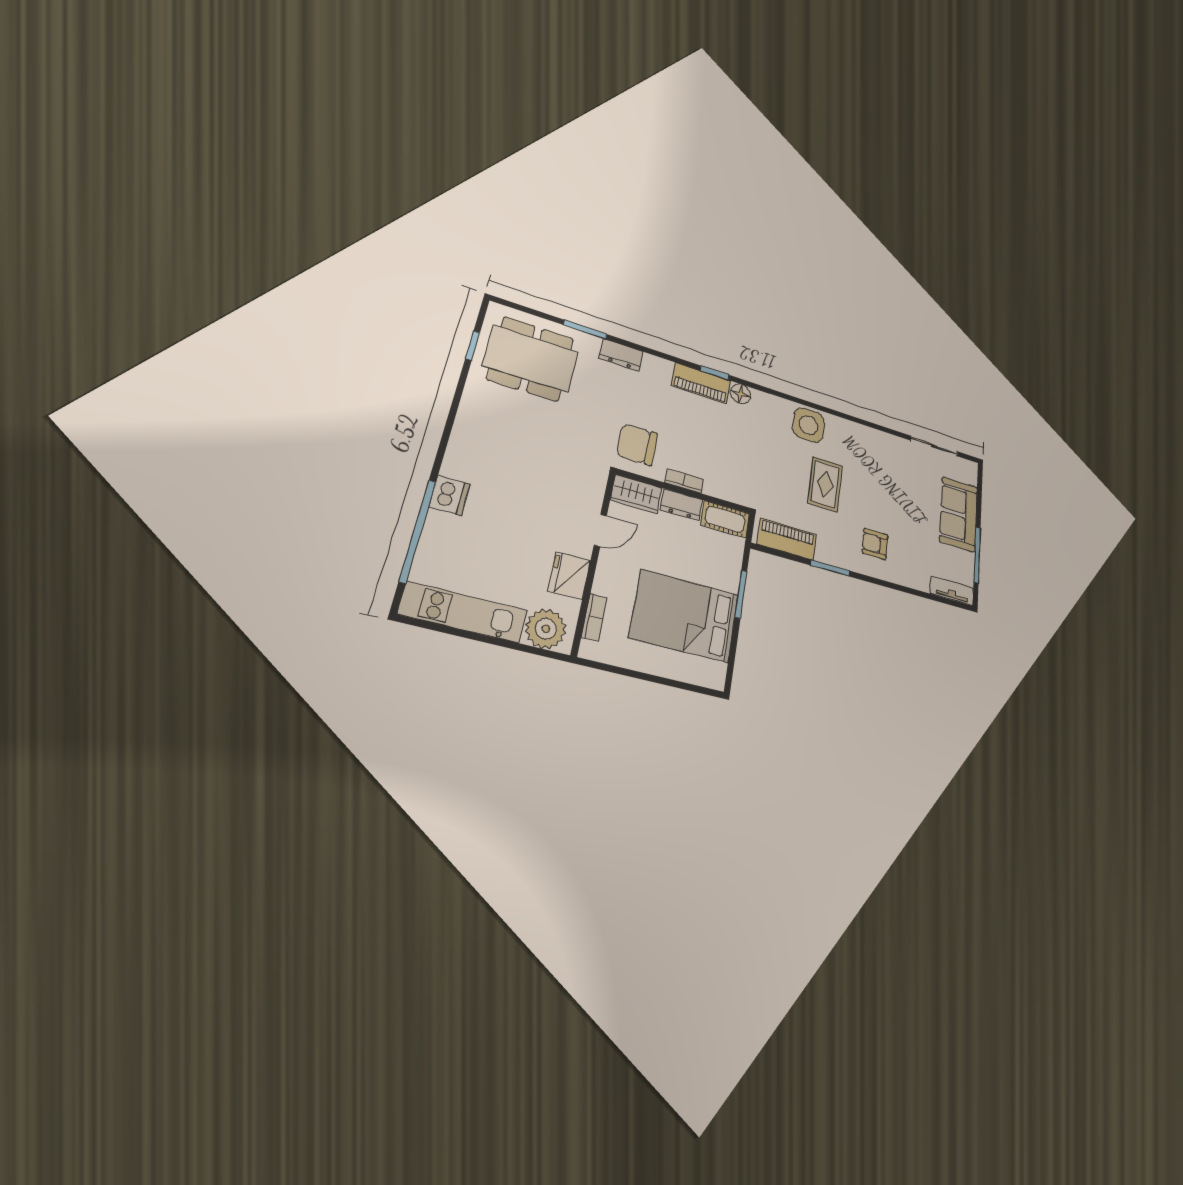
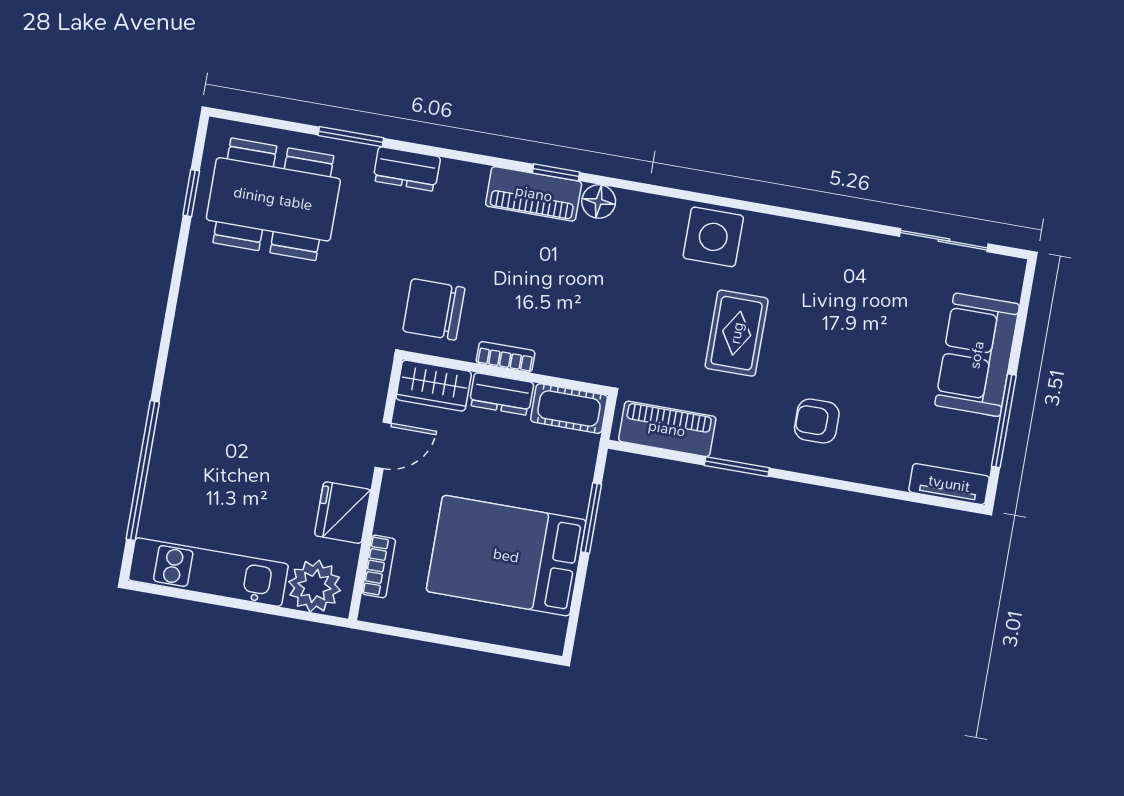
dishwasher: (449, 495) -> (178, 418), removed

